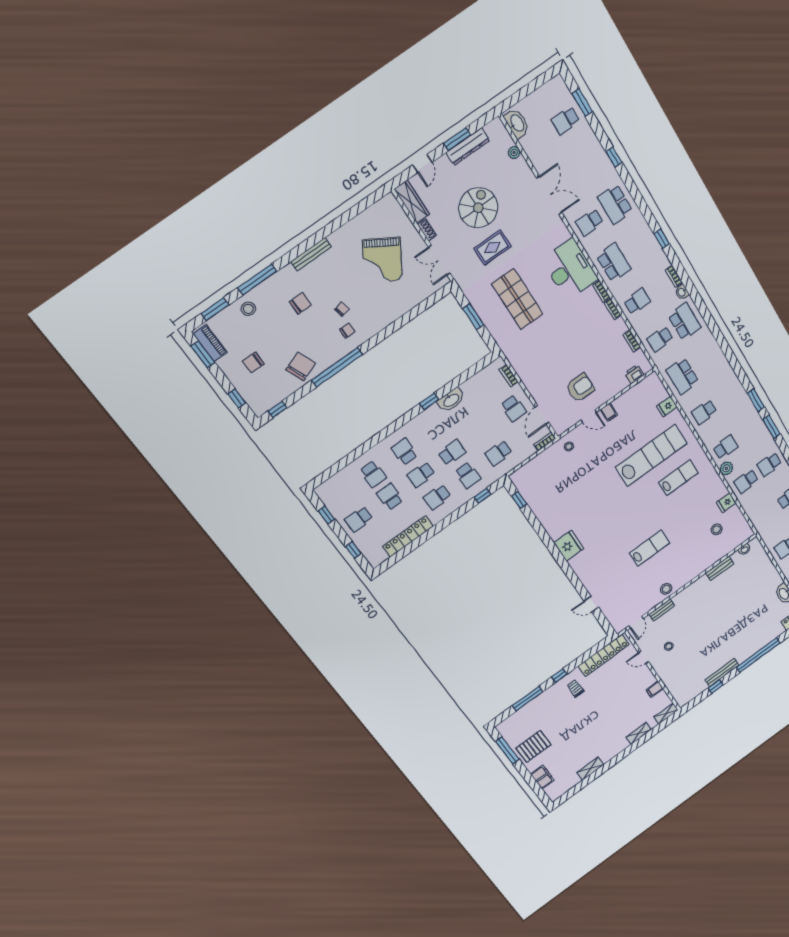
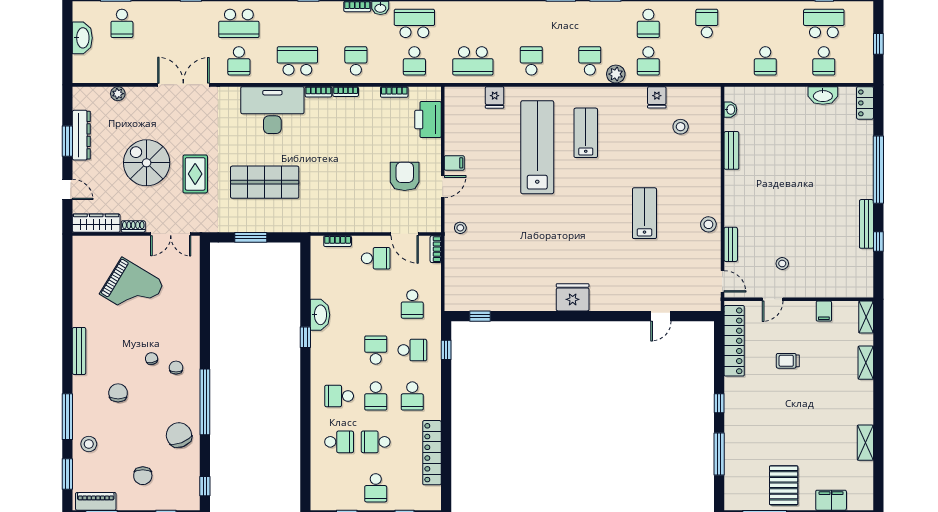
washbasin: (517, 123) -> (82, 38), moved, turned 90
printer: (634, 374) -> (428, 119), width x1.87, depth x1.48
school desk: (704, 412) -> (531, 61), turned 180
trolley: (576, 688) -> (788, 361), moved

